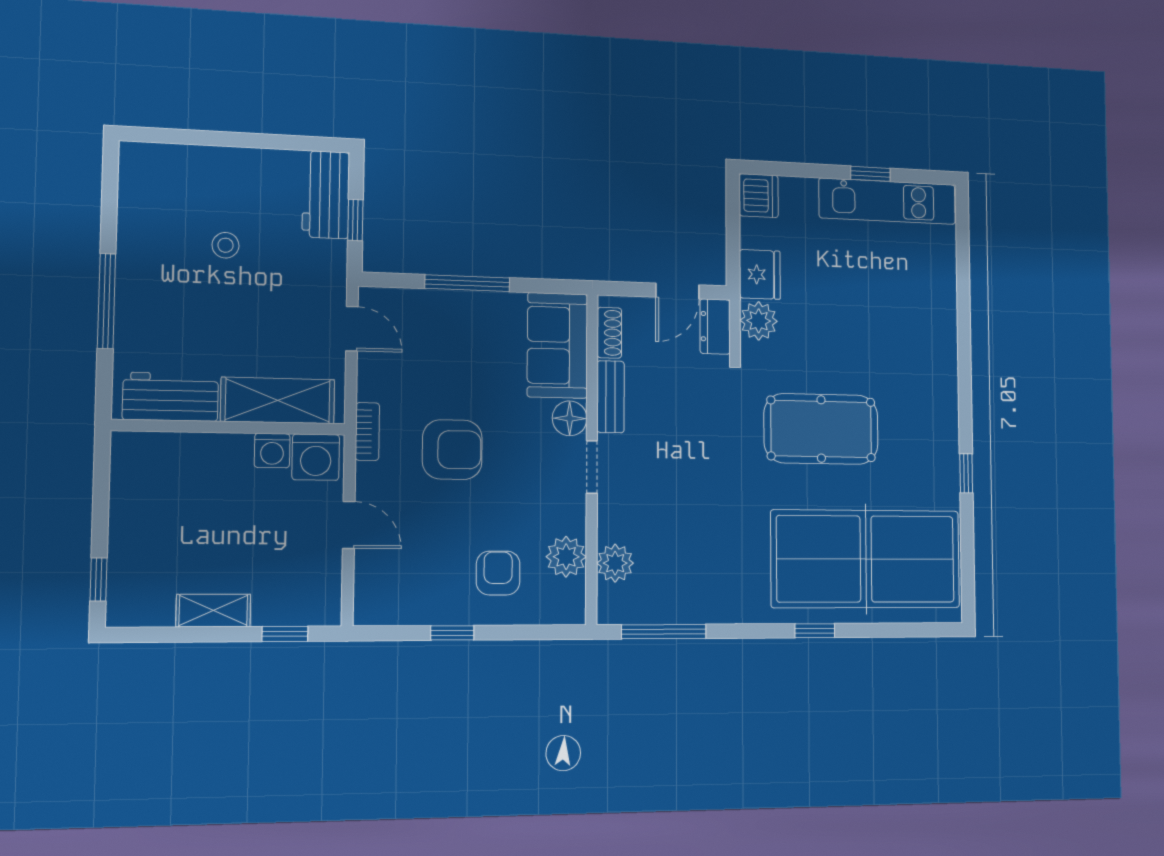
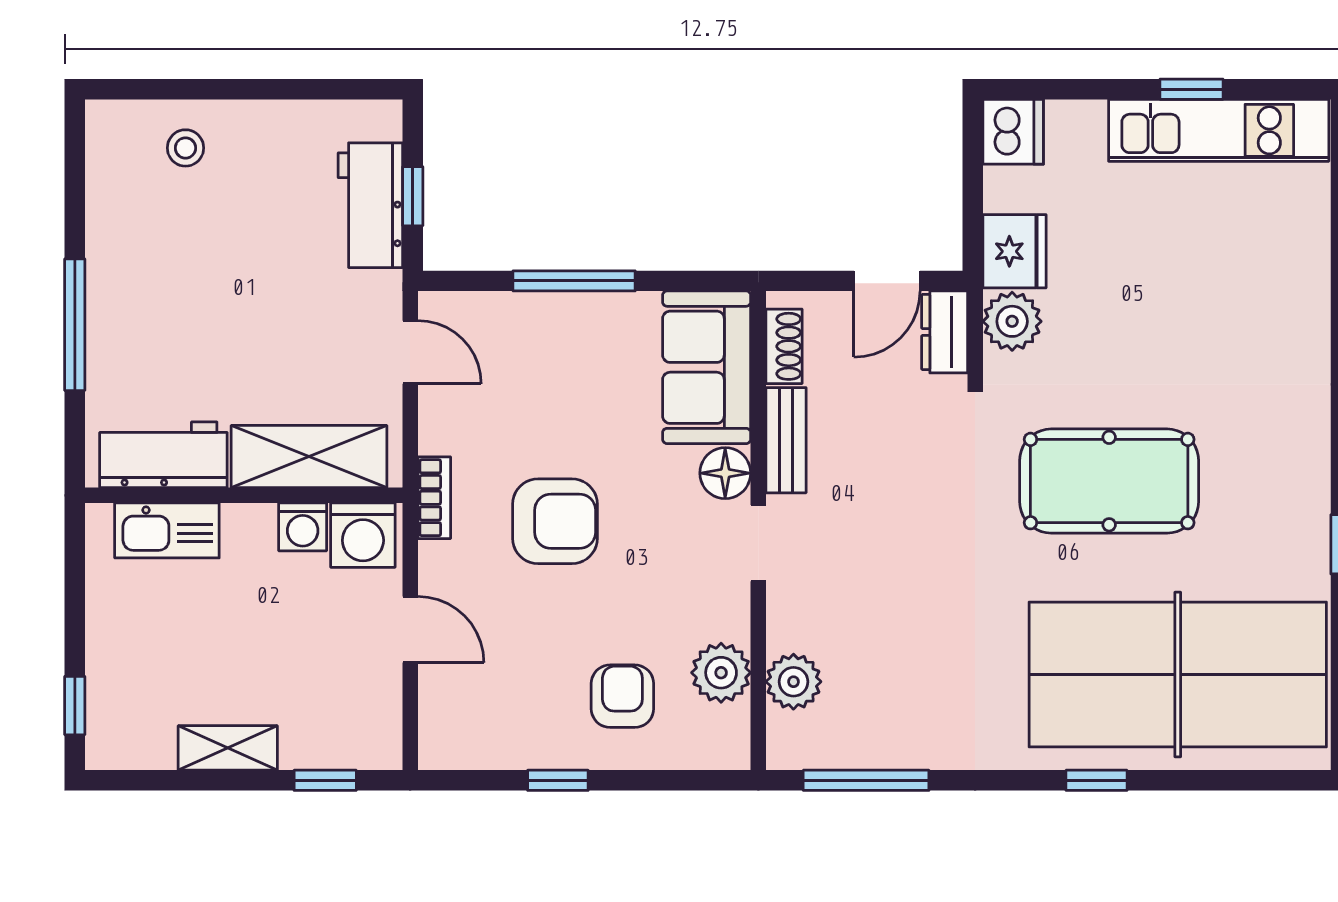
workbench: (326, 195) -> (370, 205), moved
stool: (225, 245) -> (185, 148), moved
kitchen sink: (172, 452) -> (167, 530), added

